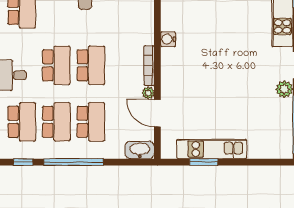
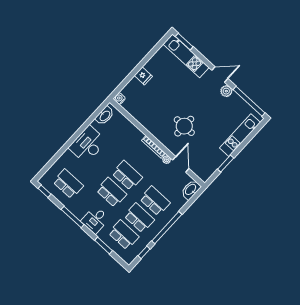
water cooler: (168, 39) -> (149, 126), removed
round table: (203, 78) -> (184, 126), added
door: (157, 113) -> (181, 164), swing flipped
kitchen unit: (212, 149) -> (240, 135), moved

